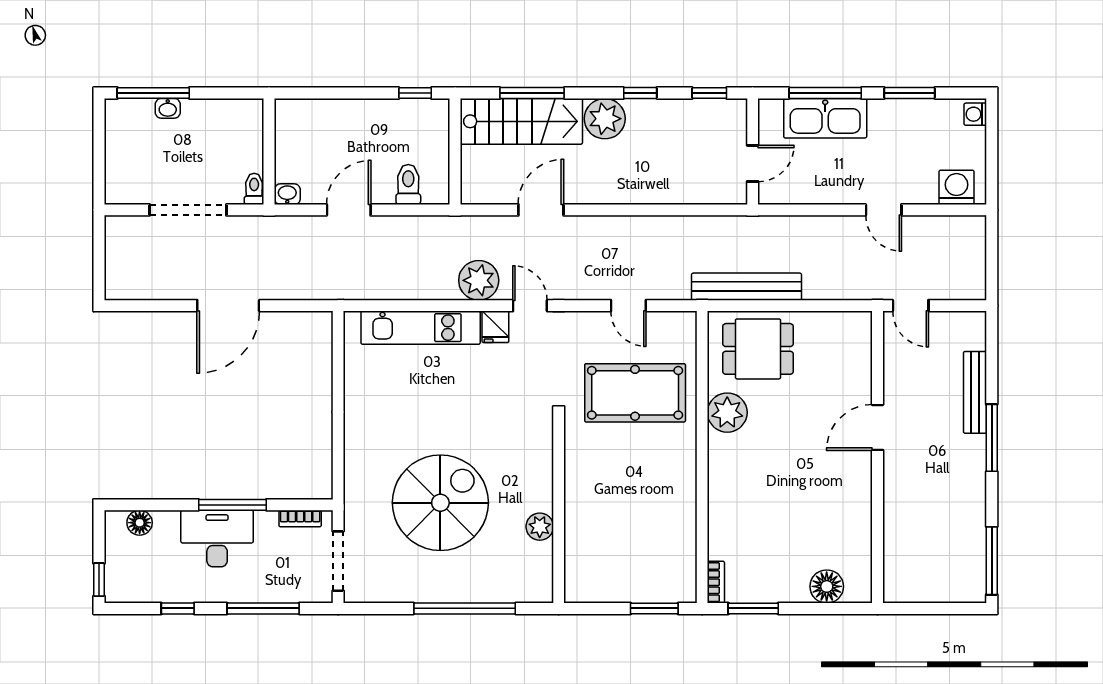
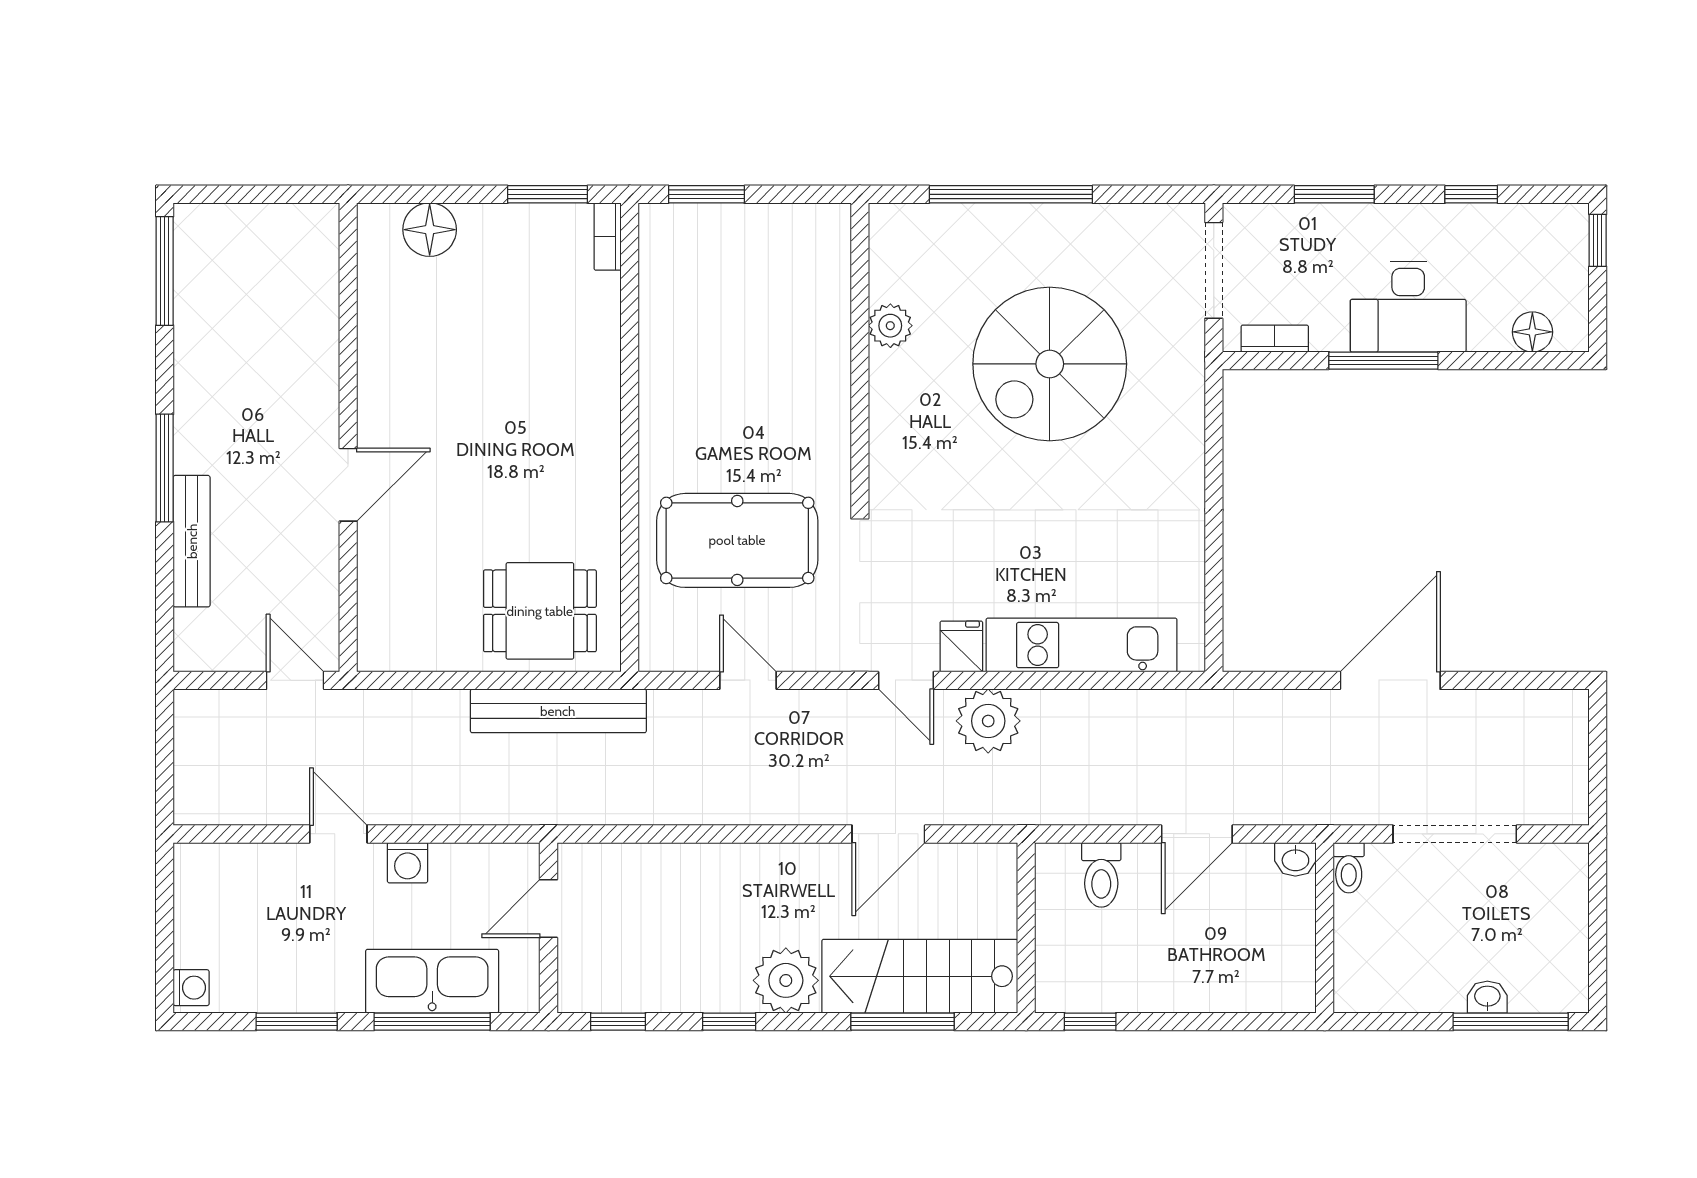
washing machine: (957, 187) -> (407, 863), moved, width x0.73, depth x0.73
plant: (727, 413) -> (589, 509), removed
window: (263, 608) -> (1334, 194), width x0.69

